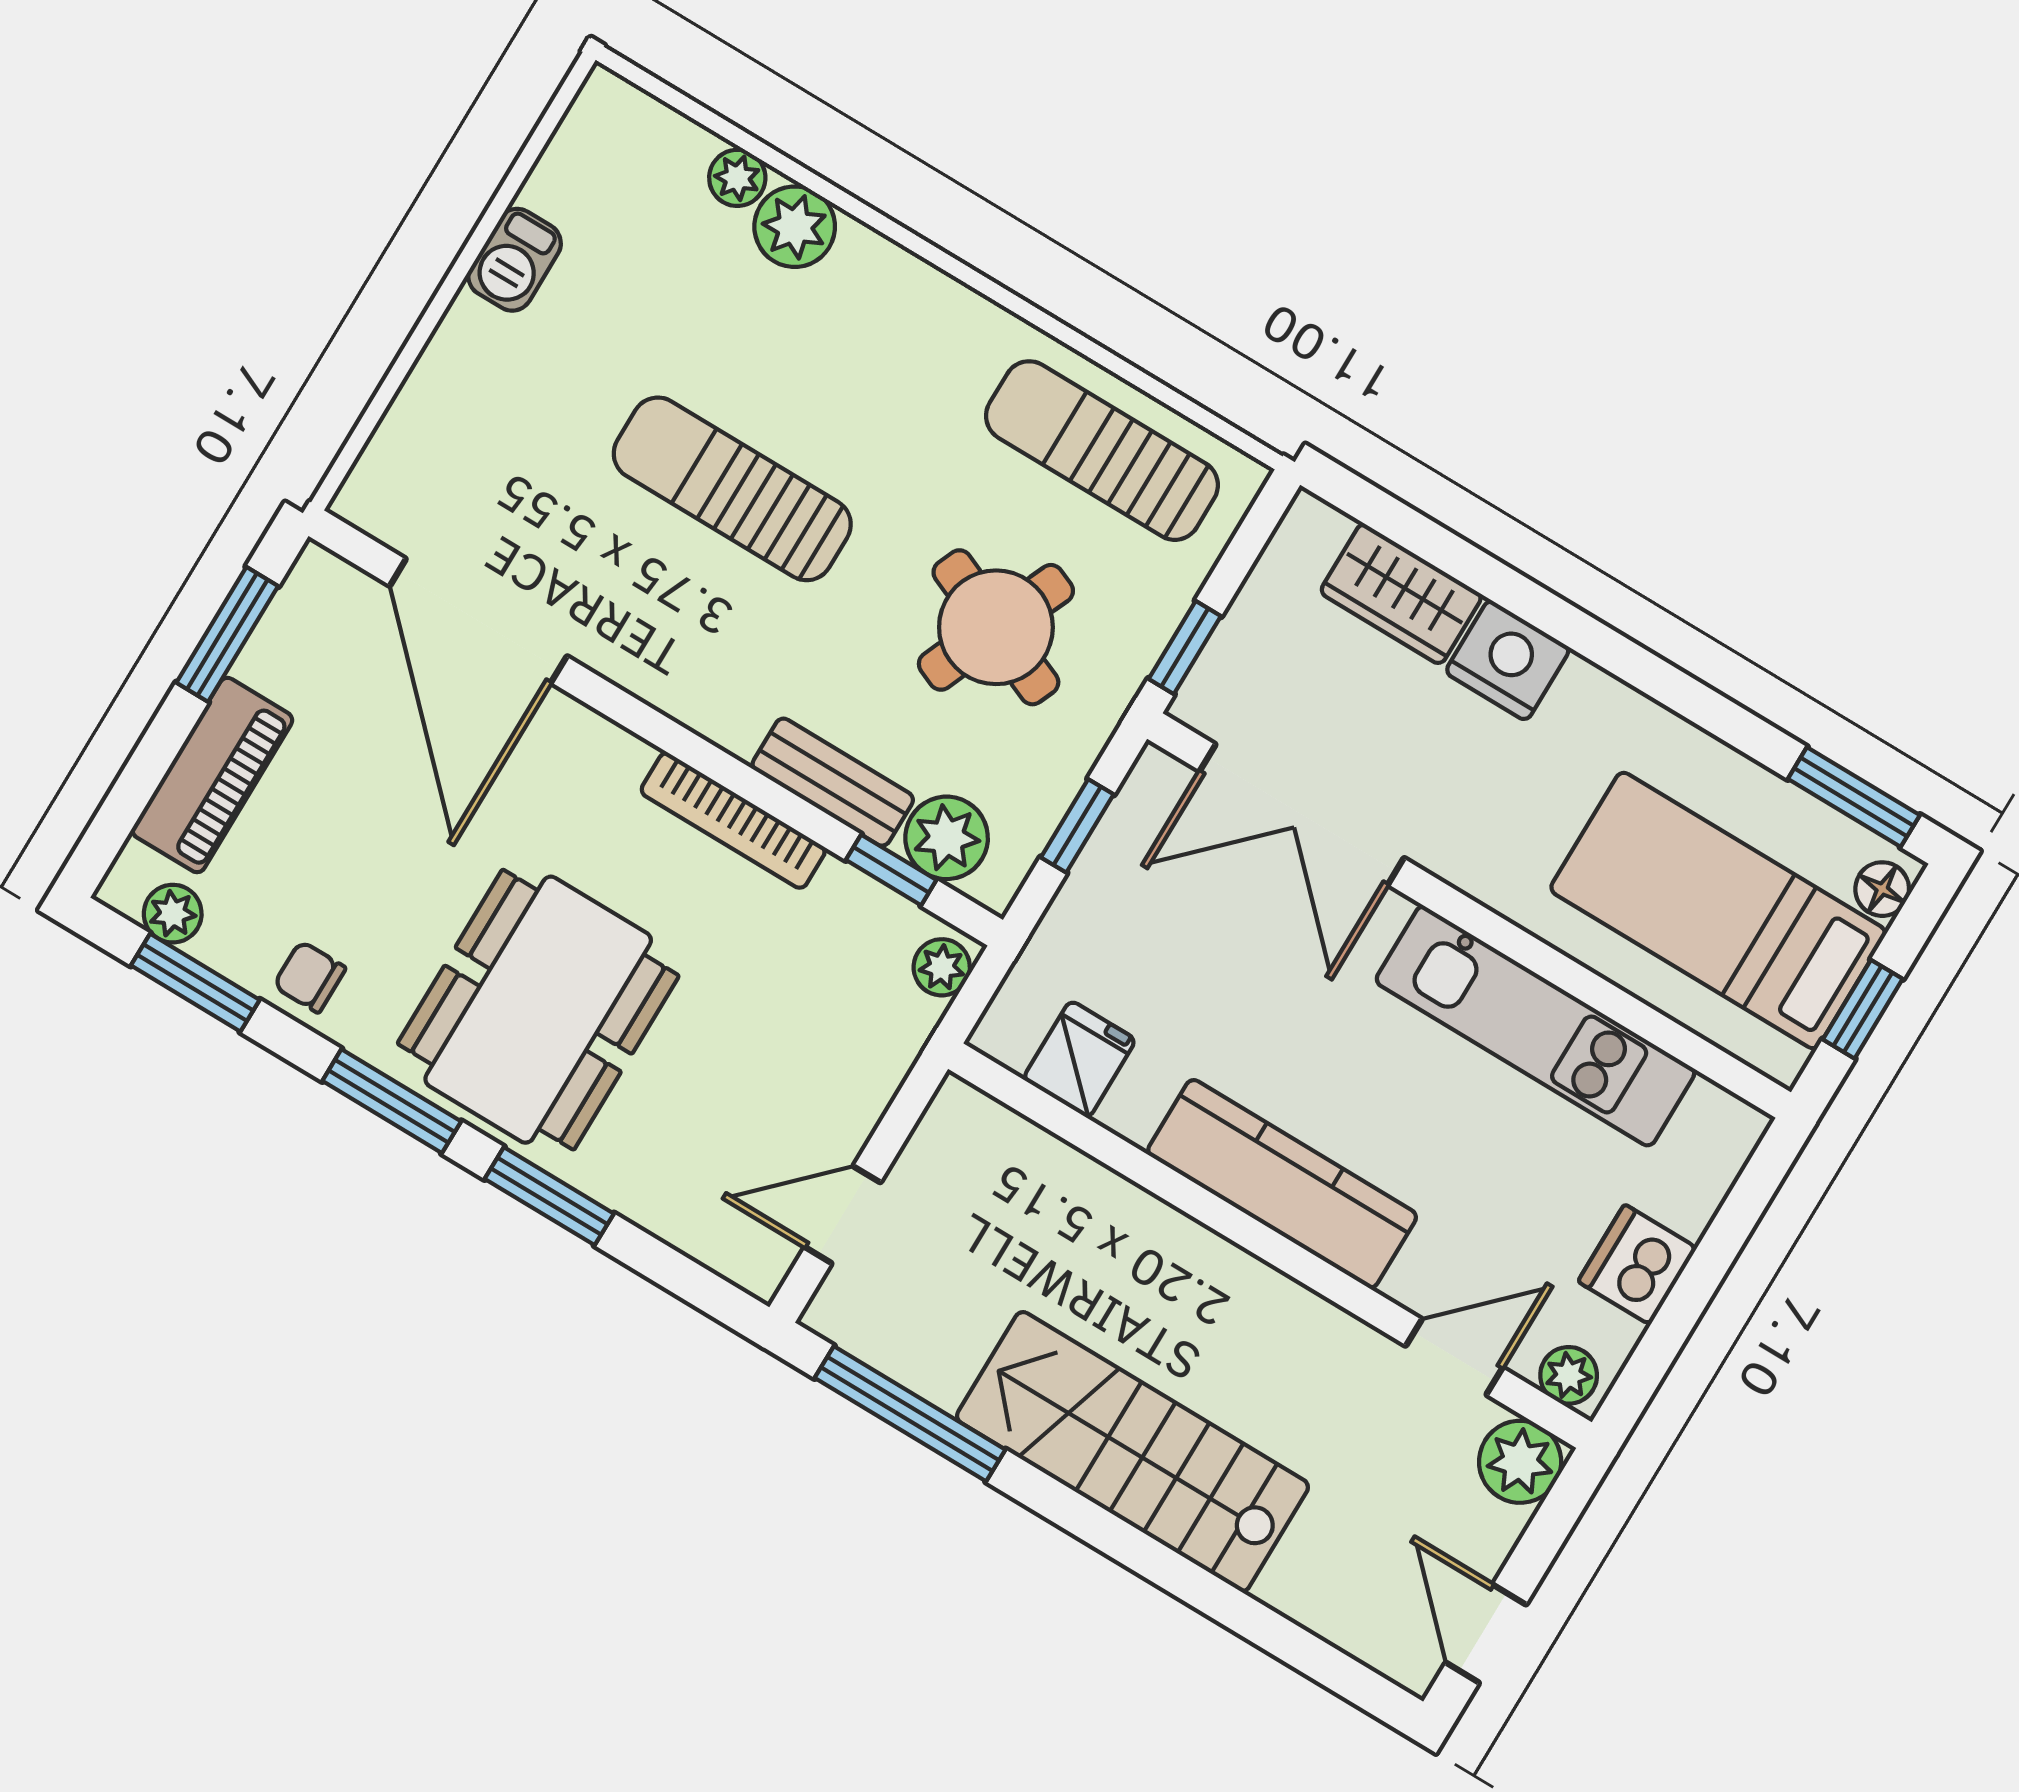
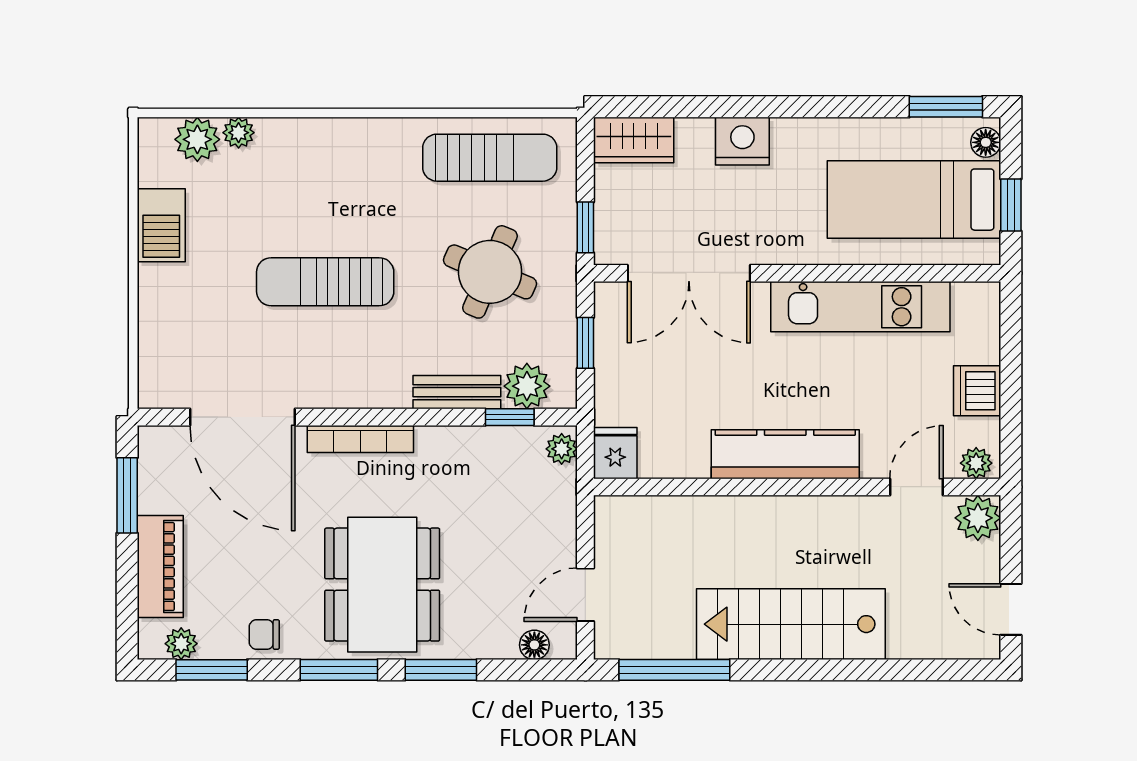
plant: (795, 227) -> (197, 139), moved
barbecue: (515, 260) -> (161, 225), width x1.38, depth x1.27
sun lounger: (1102, 451) -> (490, 158), turned 180
wardrobe: (1401, 594) -> (634, 140), moved
bookcase: (733, 821) -> (360, 439), moved
fridge: (1079, 1059) -> (615, 453), moved
floor lamp: (717, 1245) -> (534, 645), added

